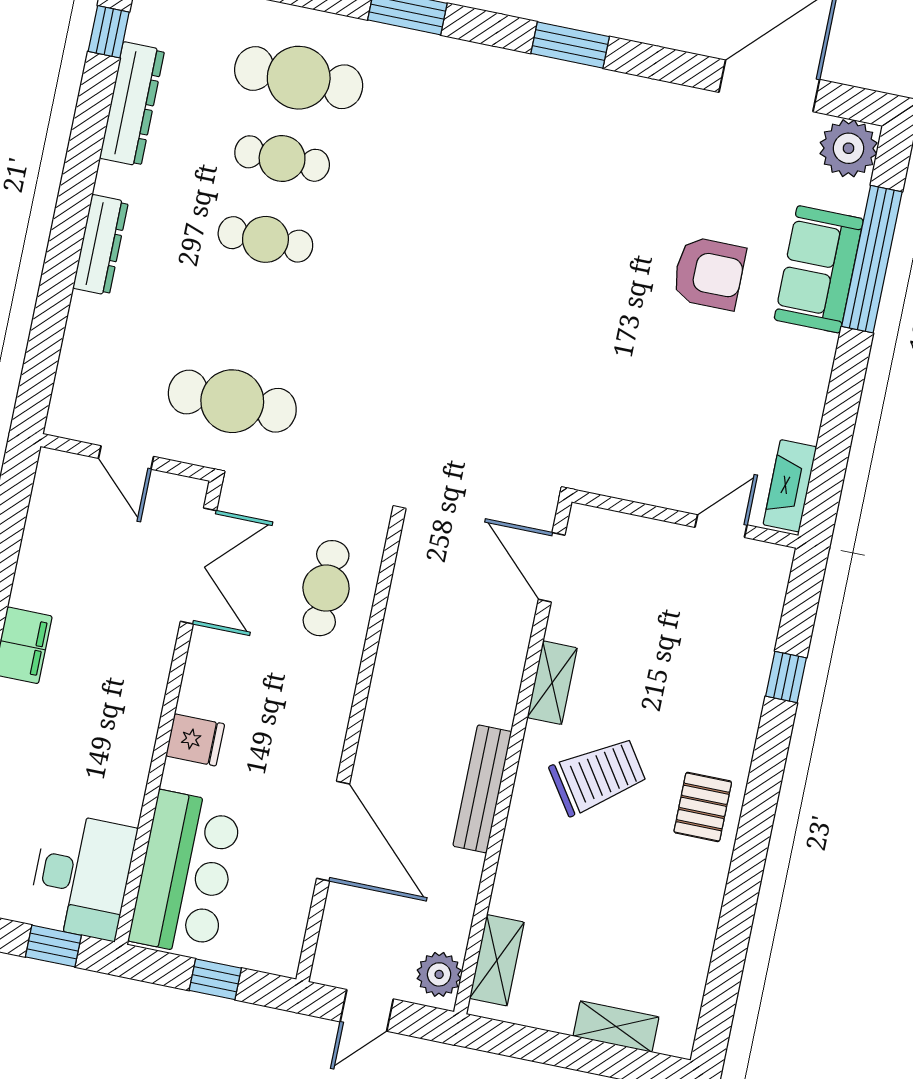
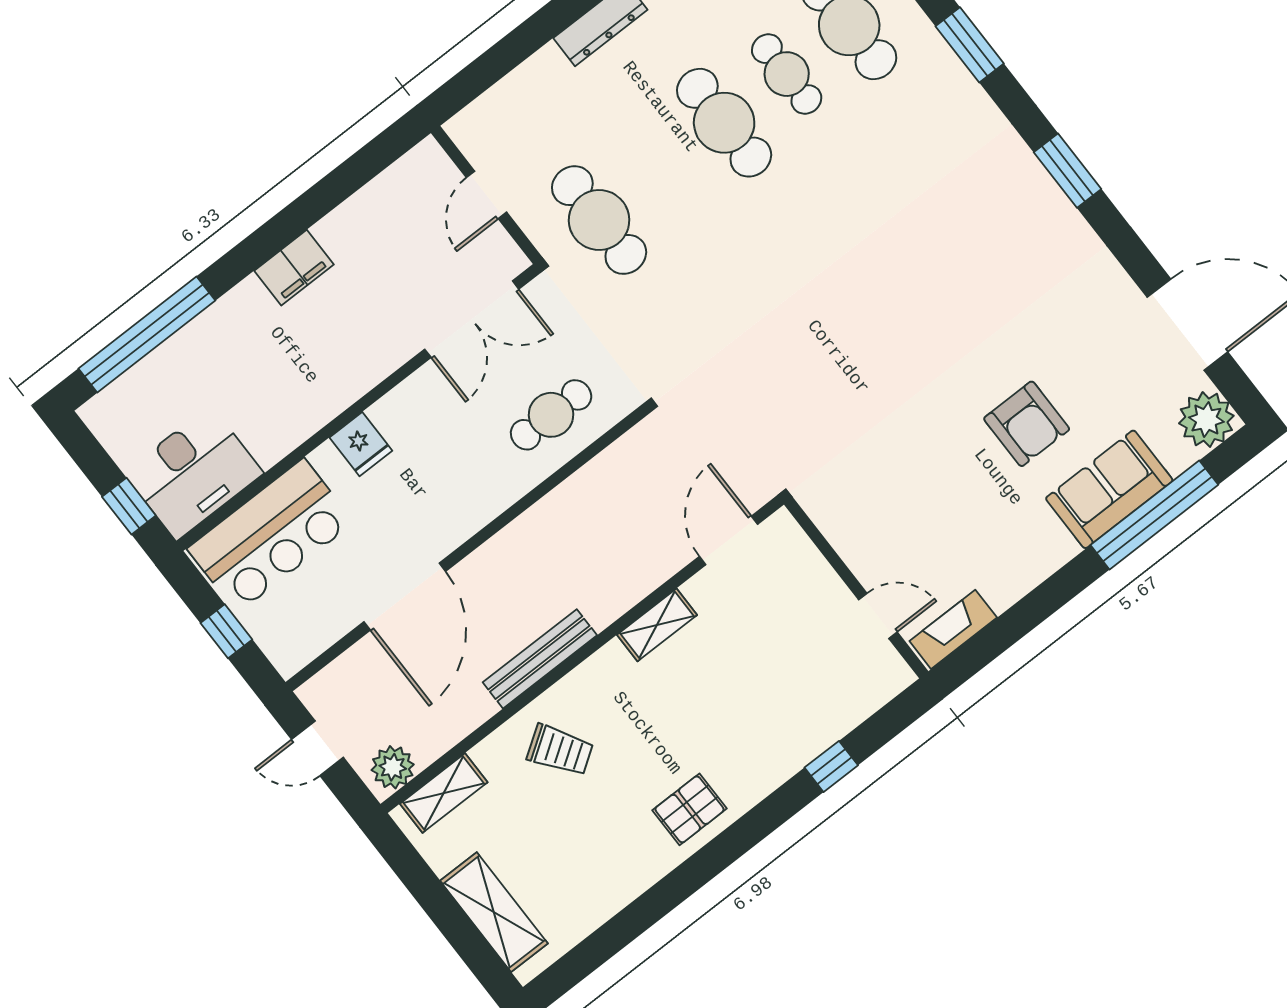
cafe table: (265, 239) -> (724, 123), width x1.37, depth x1.35
trolley: (598, 776) -> (560, 750), moved, width x0.73, depth x0.72
shelving: (616, 1027) -> (494, 912), width x1.50, depth x1.33

